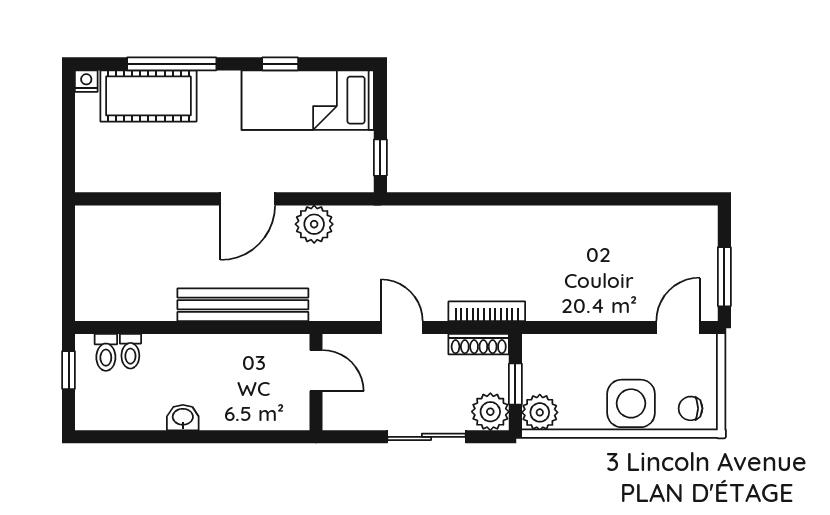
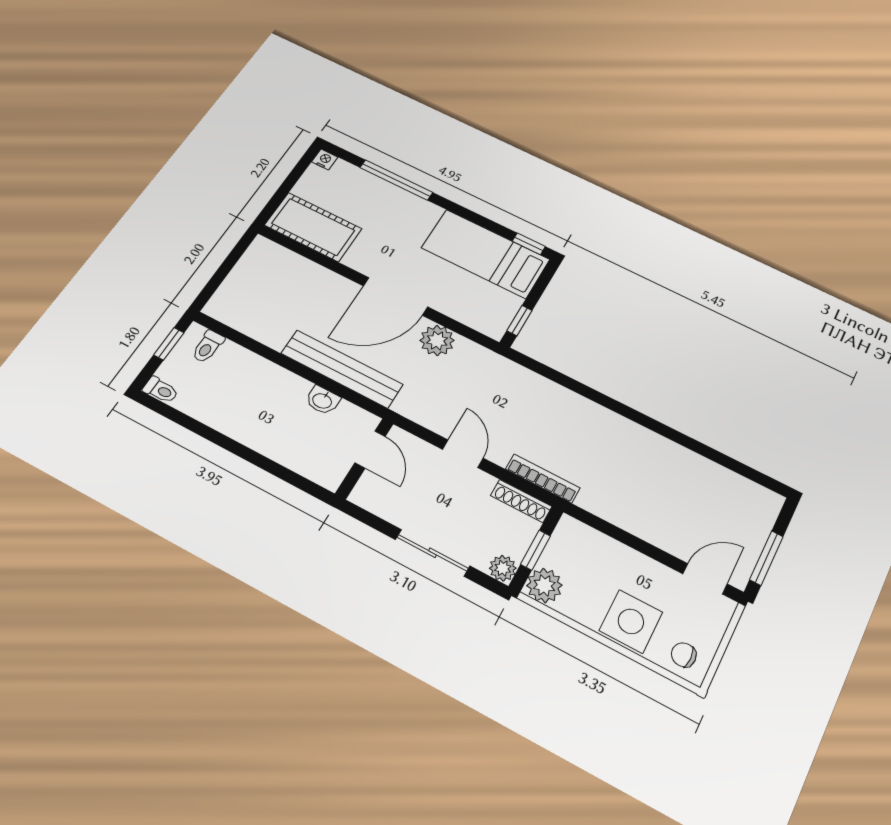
window: (280, 64) -> (529, 244), moved
cot: (148, 96) -> (313, 227), moved
door: (248, 199) -> (395, 296), width x1.36
toilet: (130, 351) -> (161, 390), moved, turned -90
plant: (490, 412) -> (503, 568), width x0.73, depth x0.73
washbasin: (183, 418) -> (322, 400), moved, turned 180

